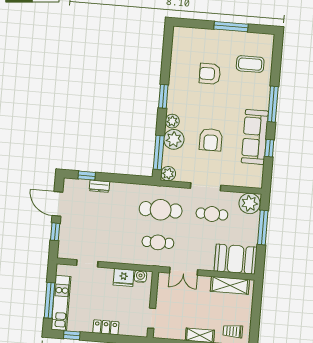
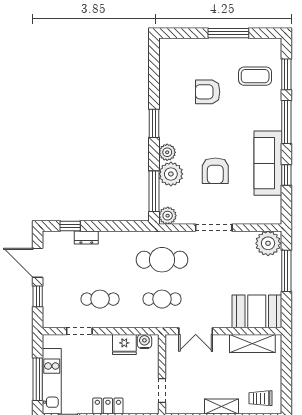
window: (276, 65) -> (286, 74), added
cafe table: (212, 214) -> (100, 299), moved

